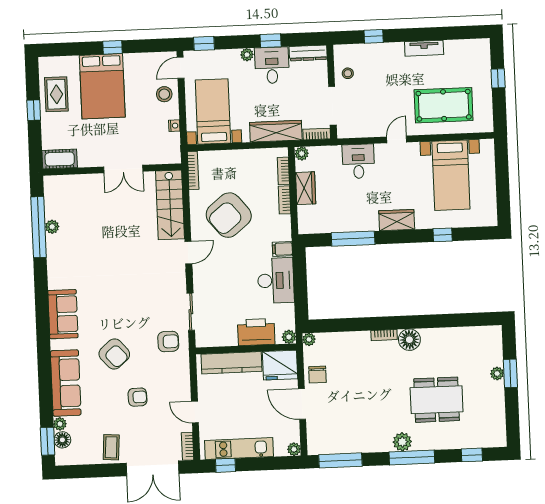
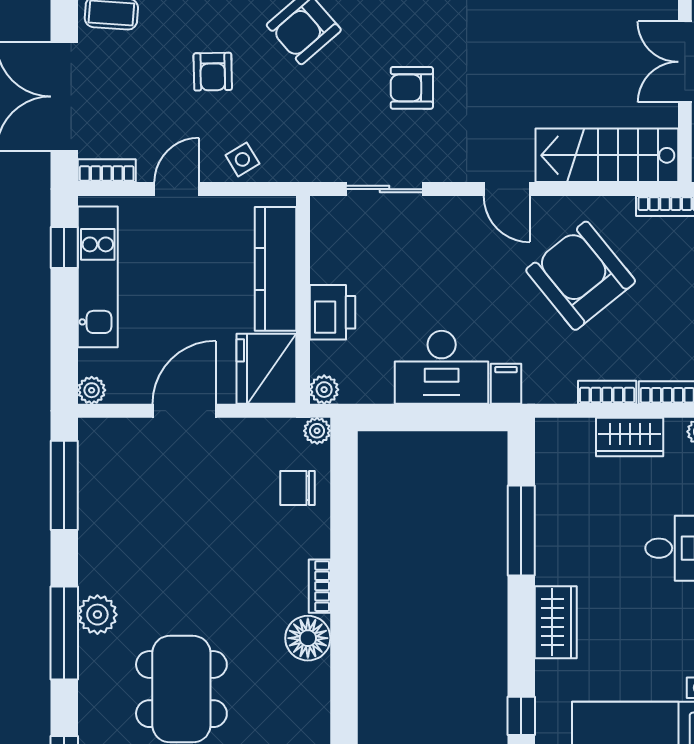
printer: (256, 332) -> (332, 312), width x0.73, depth x0.84
armchair: (168, 341) -> (412, 88), moved, turned 90
chair: (317, 375) -> (298, 488), moved
side table: (179, 381) -> (242, 159), added

